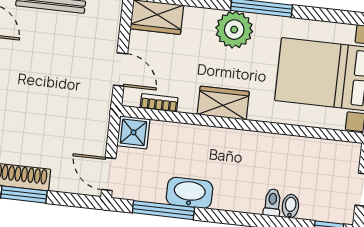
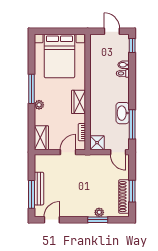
plant: (234, 30) -> (39, 105), width x0.53, depth x0.53
door: (109, 174) -> (118, 152), hinge flipped

